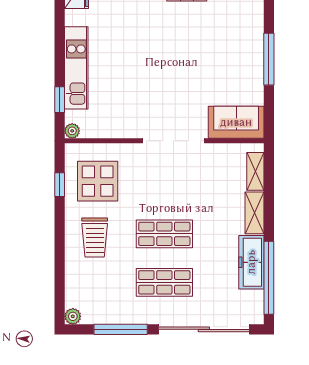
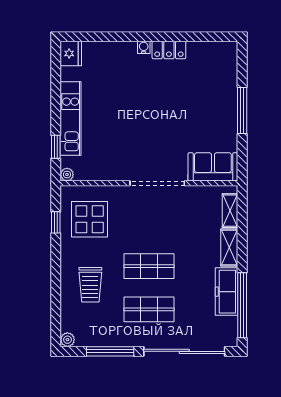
trolley: (95, 238) -> (90, 285), moved

